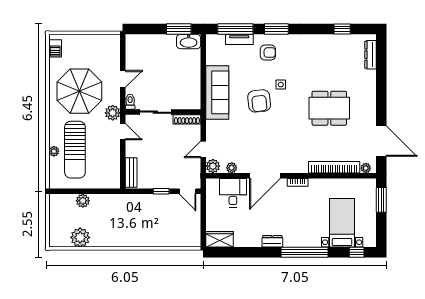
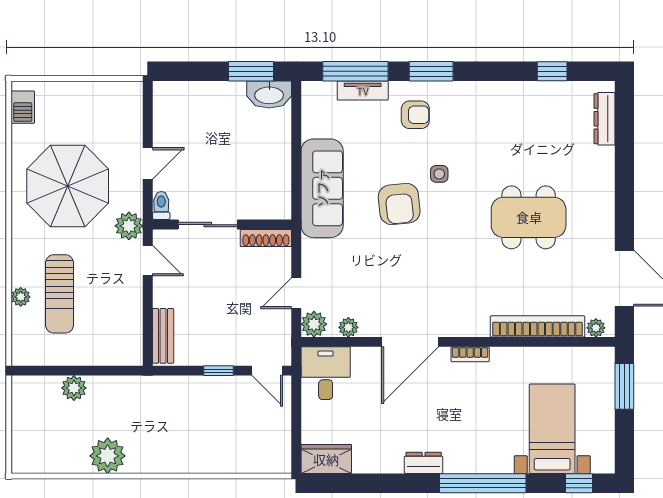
sun lounger: (75, 150) -> (60, 294), width x0.73, depth x0.75
desk: (233, 193) -> (326, 373), moved
plant: (80, 237) -> (108, 456), moved

